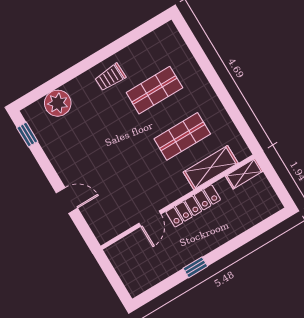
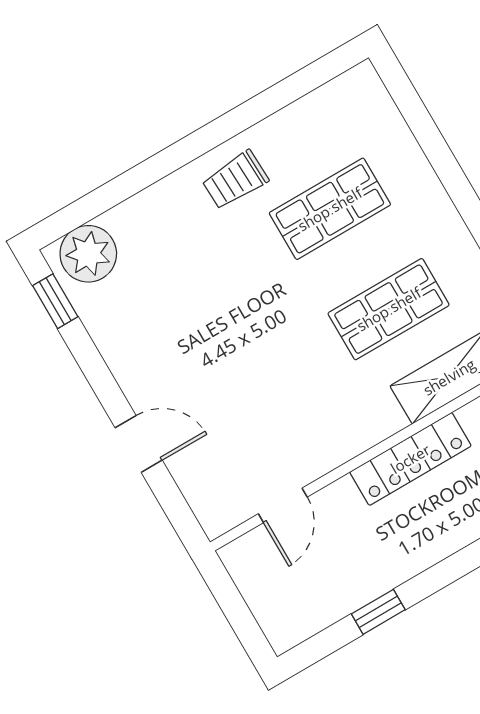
plant: (58, 103) -> (88, 254), moved
door: (150, 219) -> (283, 505), moved
window: (195, 267) -> (378, 612), moved

